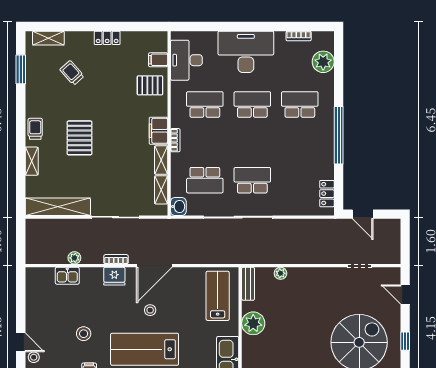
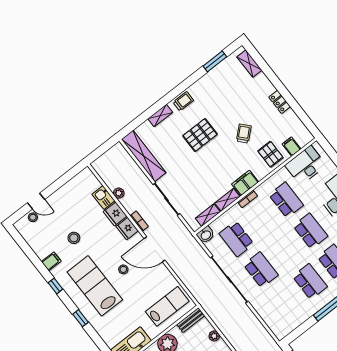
trolley: (72, 73) -> (244, 133), moved
school desk: (300, 142) -> (310, 282), added
locker: (327, 194) -> (290, 326), removed
fridge: (91, 277) -> (115, 214), added
door: (21, 342) -> (36, 201), hinge flipped

